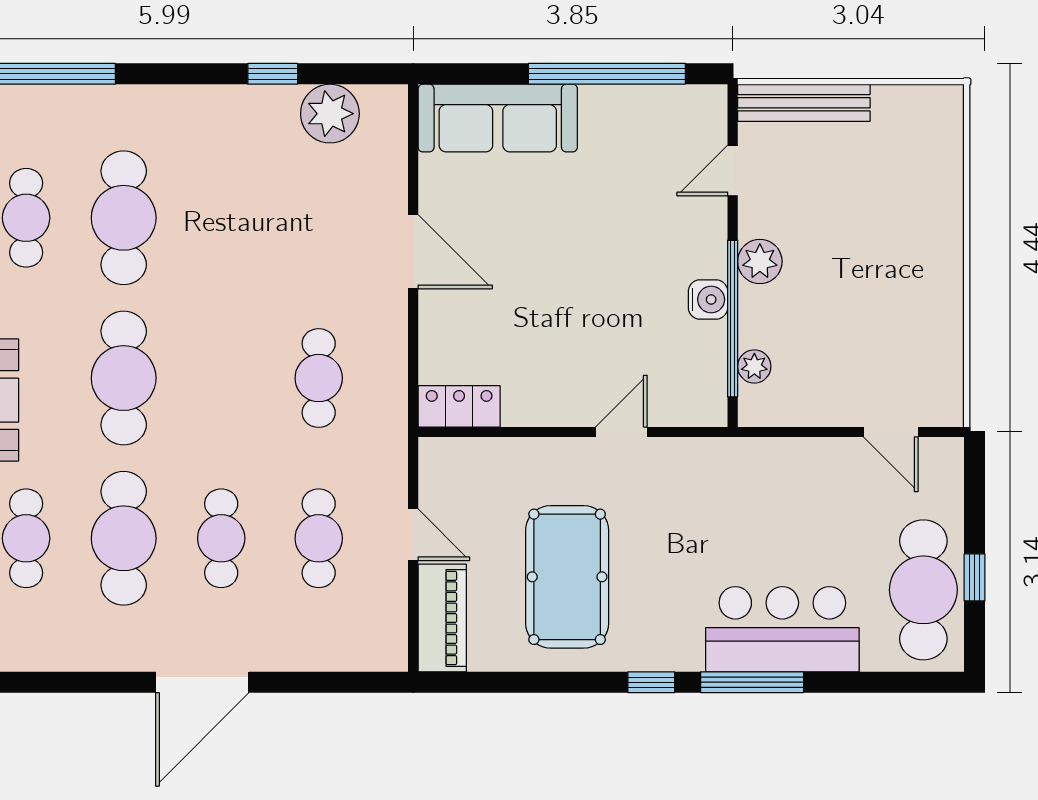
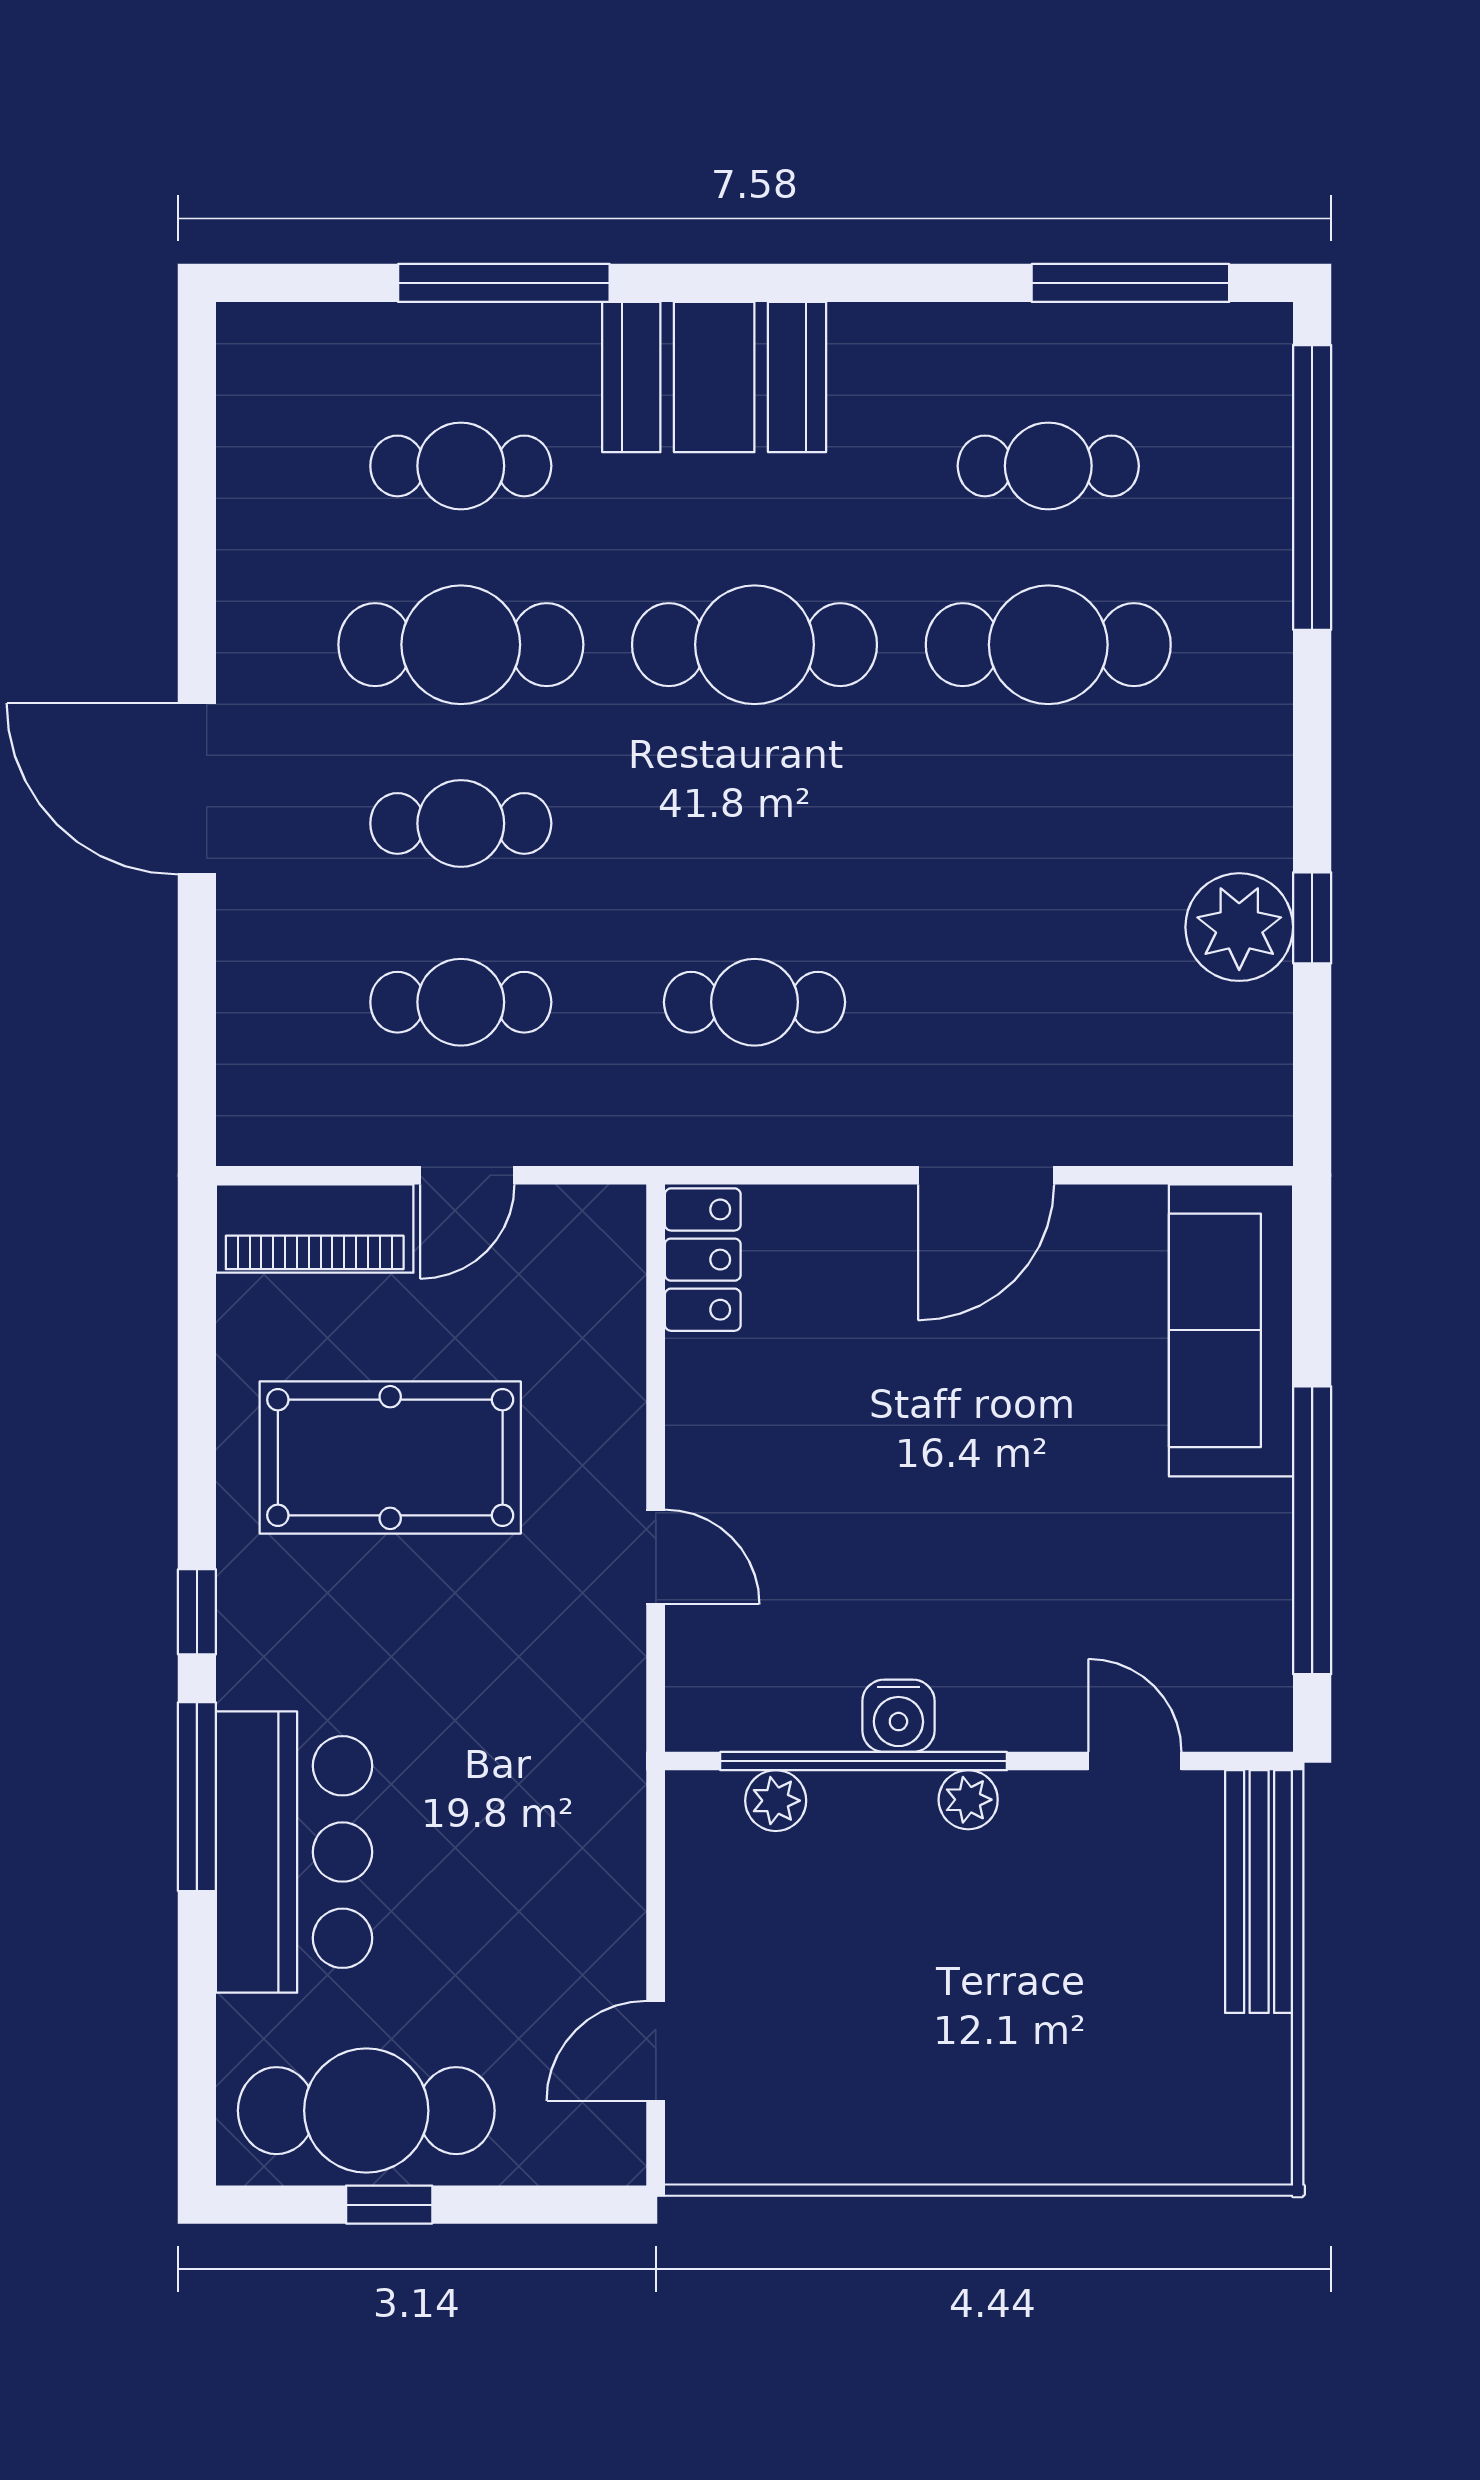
plant: (330, 114) -> (1239, 927), moved
plant: (760, 261) -> (968, 1800), width x0.73, depth x0.73

